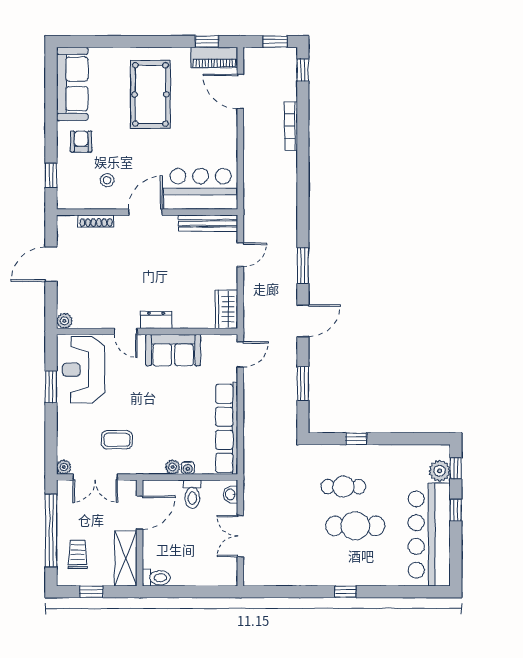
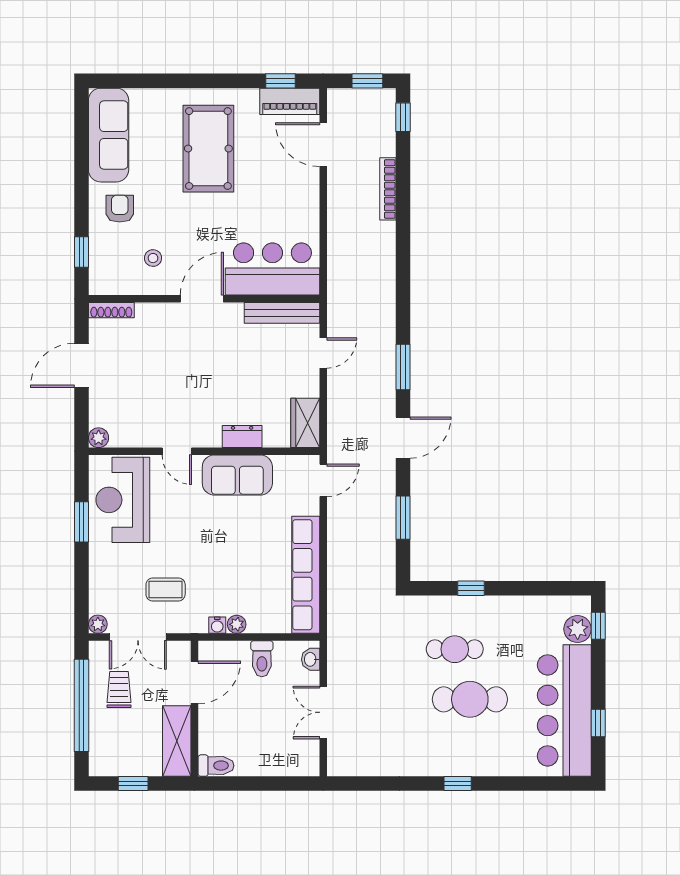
shoe rack: (96, 221) -> (111, 310), moved
dresser: (156, 320) -> (242, 437), moved
water cooler: (188, 468) -> (217, 625), moved
window: (456, 510) -> (598, 723), moved
trolley: (78, 554) -> (119, 690), moved

